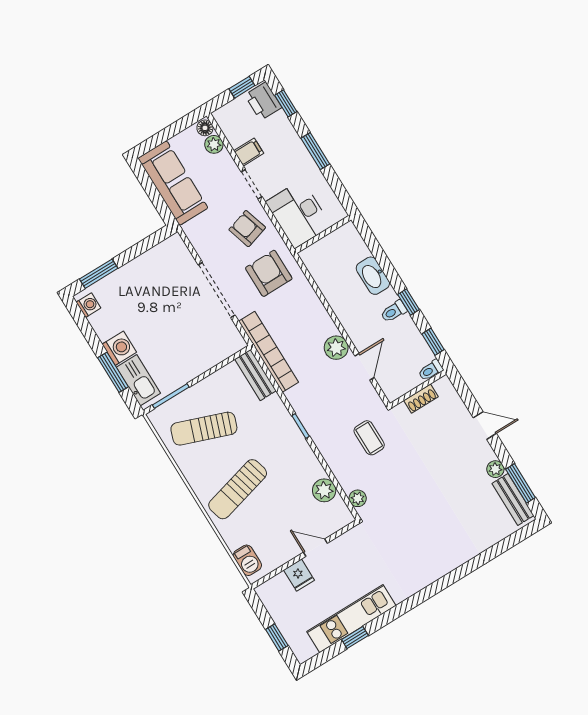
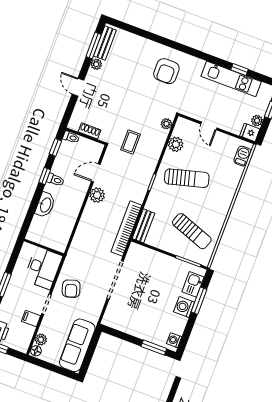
armchair: (269, 273) -> (166, 71), moved
kitchen sink: (138, 380) -> (193, 284), width x0.73
sun lounger: (238, 489) -> (187, 178), moved
fridge: (299, 575) -> (250, 132), moved, turned -90
plant: (277, 611) -> (257, 121), added

